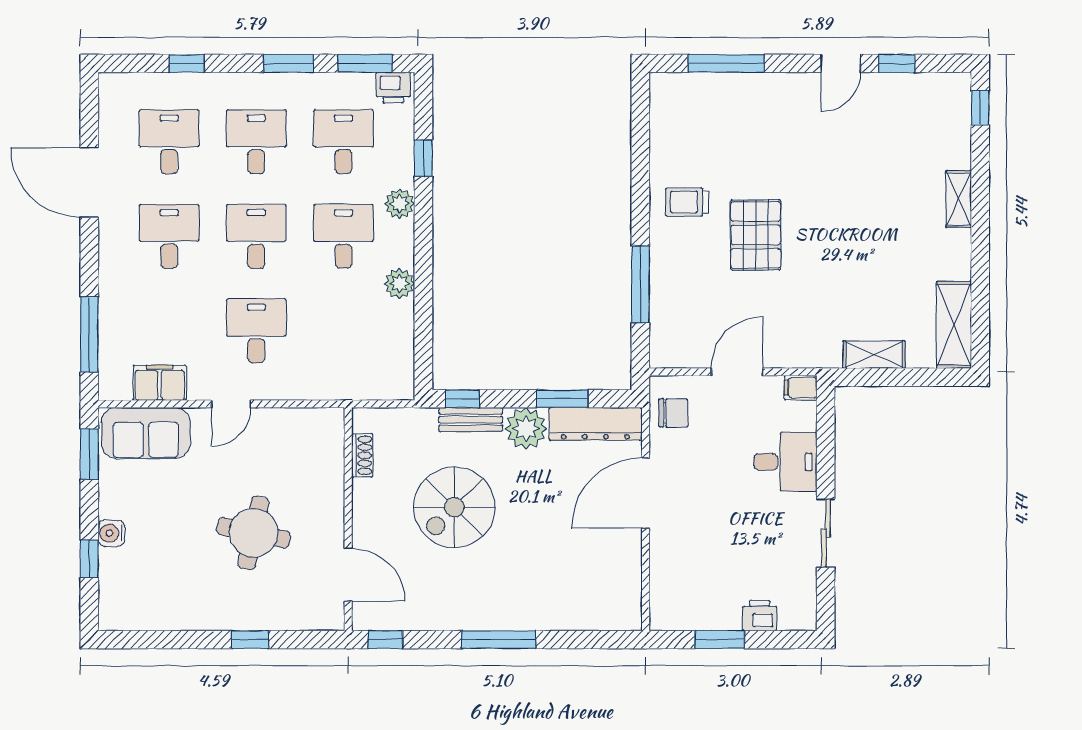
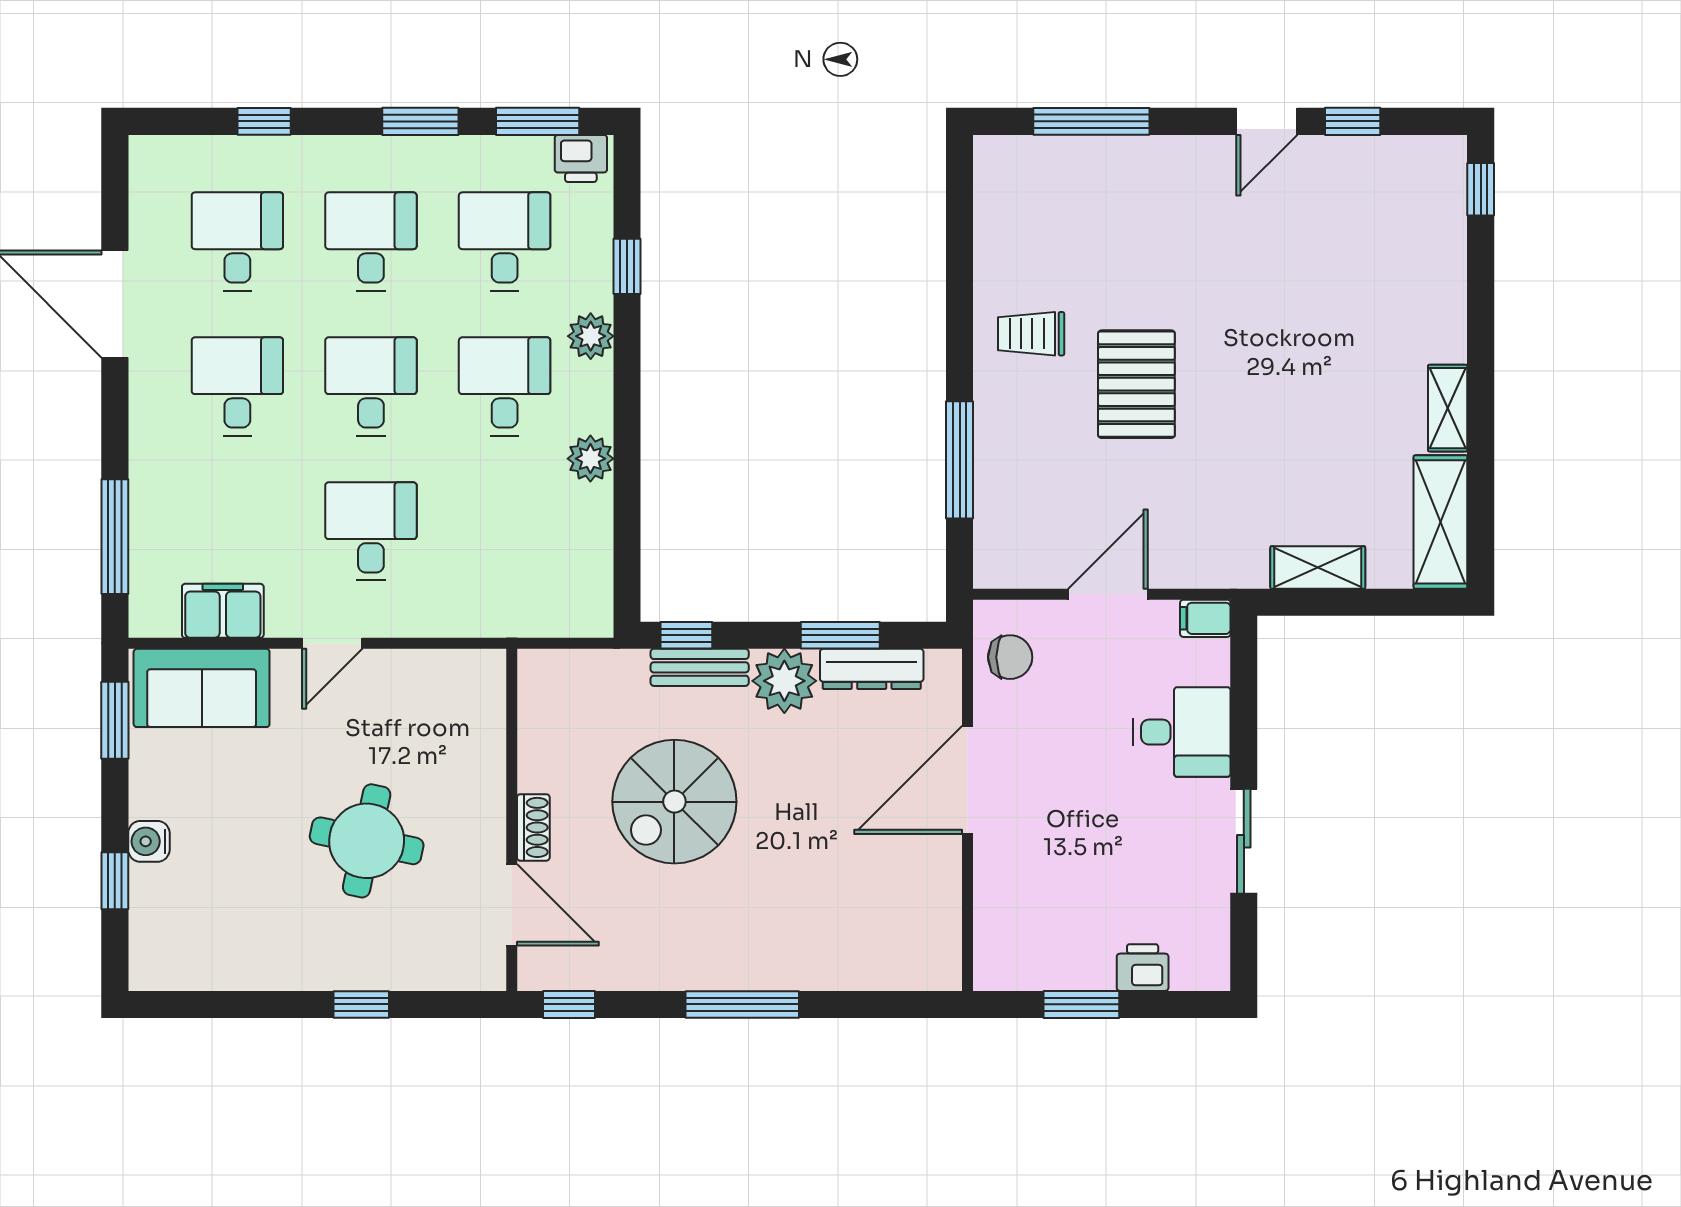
shelving: (959, 199) -> (1448, 408), moved
dresser: (595, 424) -> (872, 669), width x0.73, depth x0.80
shoe rack: (362, 455) -> (533, 827), moved

